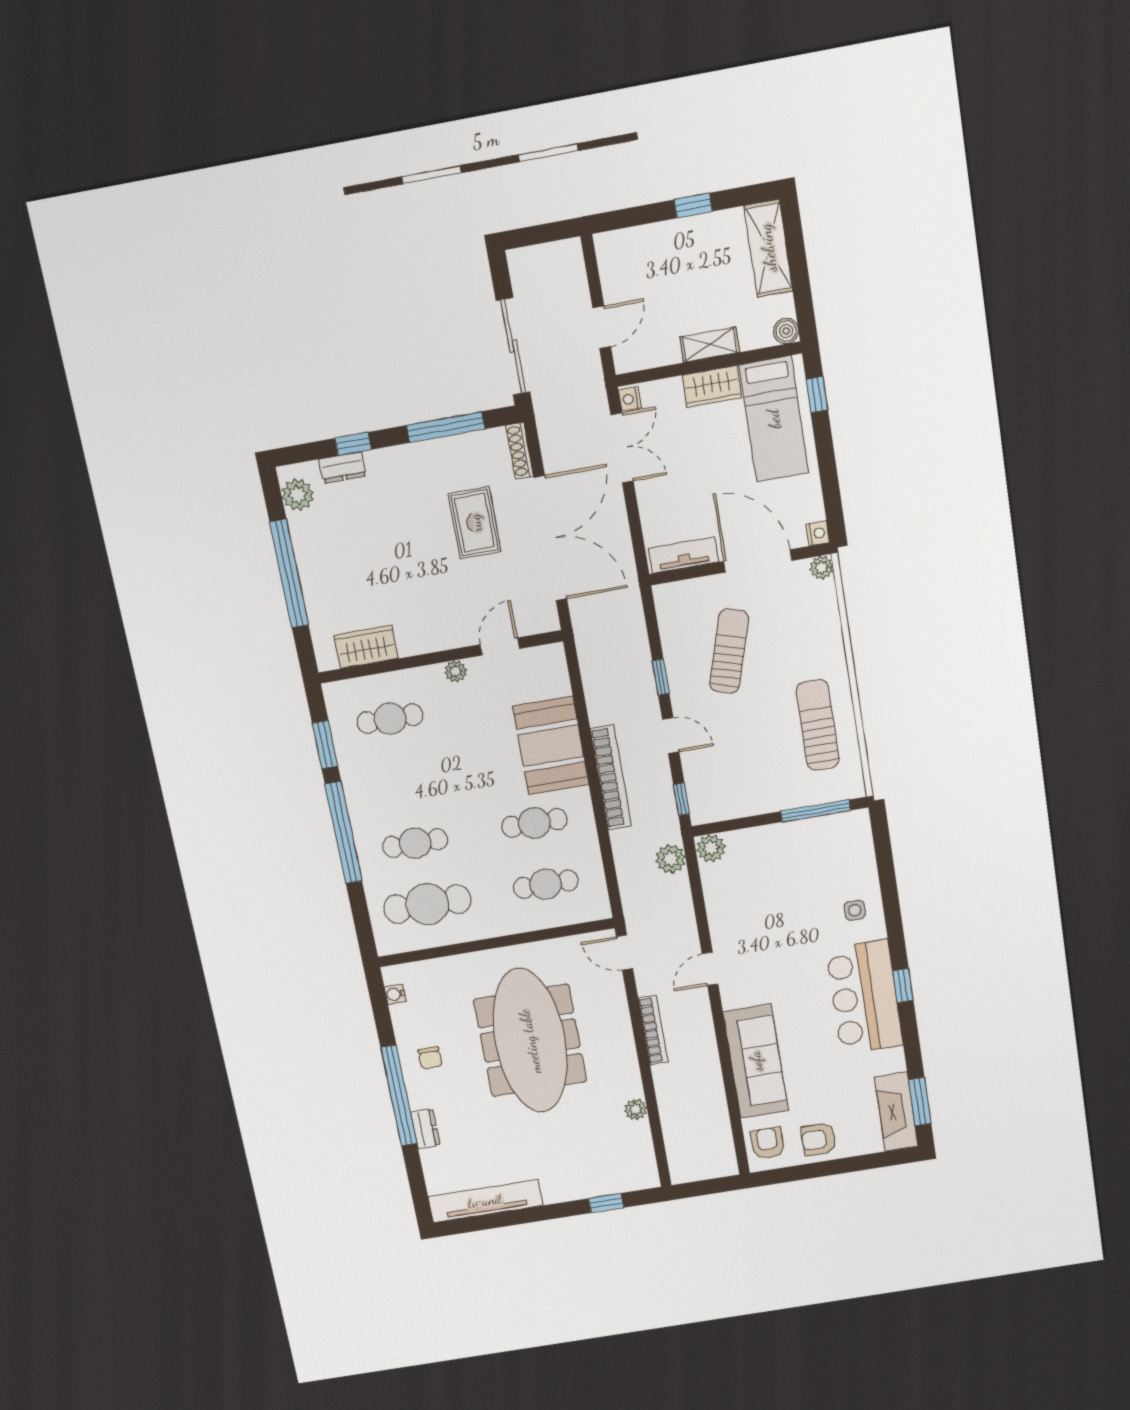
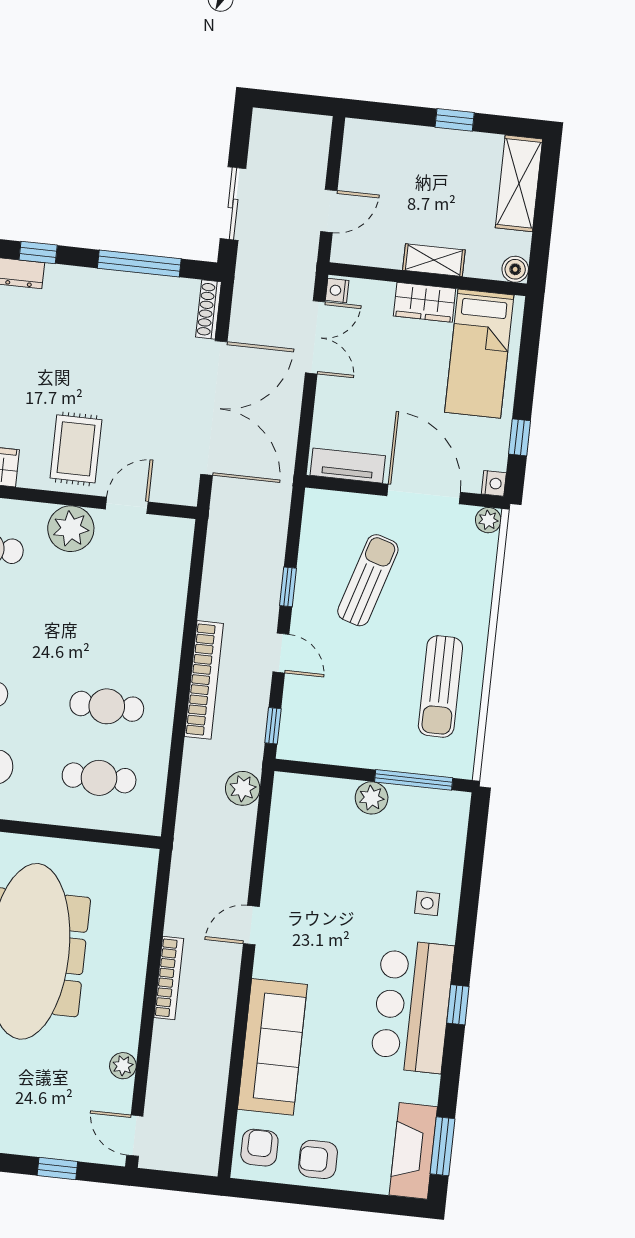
sliding door: (513, 346) -> (233, 204), width x0.73
window: (817, 395) -> (519, 437), moved
rug: (475, 523) -> (76, 449), moved
plant: (456, 671) -> (71, 529), width x1.88, depth x1.88
sun lounger: (818, 725) -> (440, 686), turned 180
booth: (551, 746) -> (150, 627), removed
plant: (711, 848) -> (372, 798), moved
door: (625, 953) -> (135, 1136), moved

